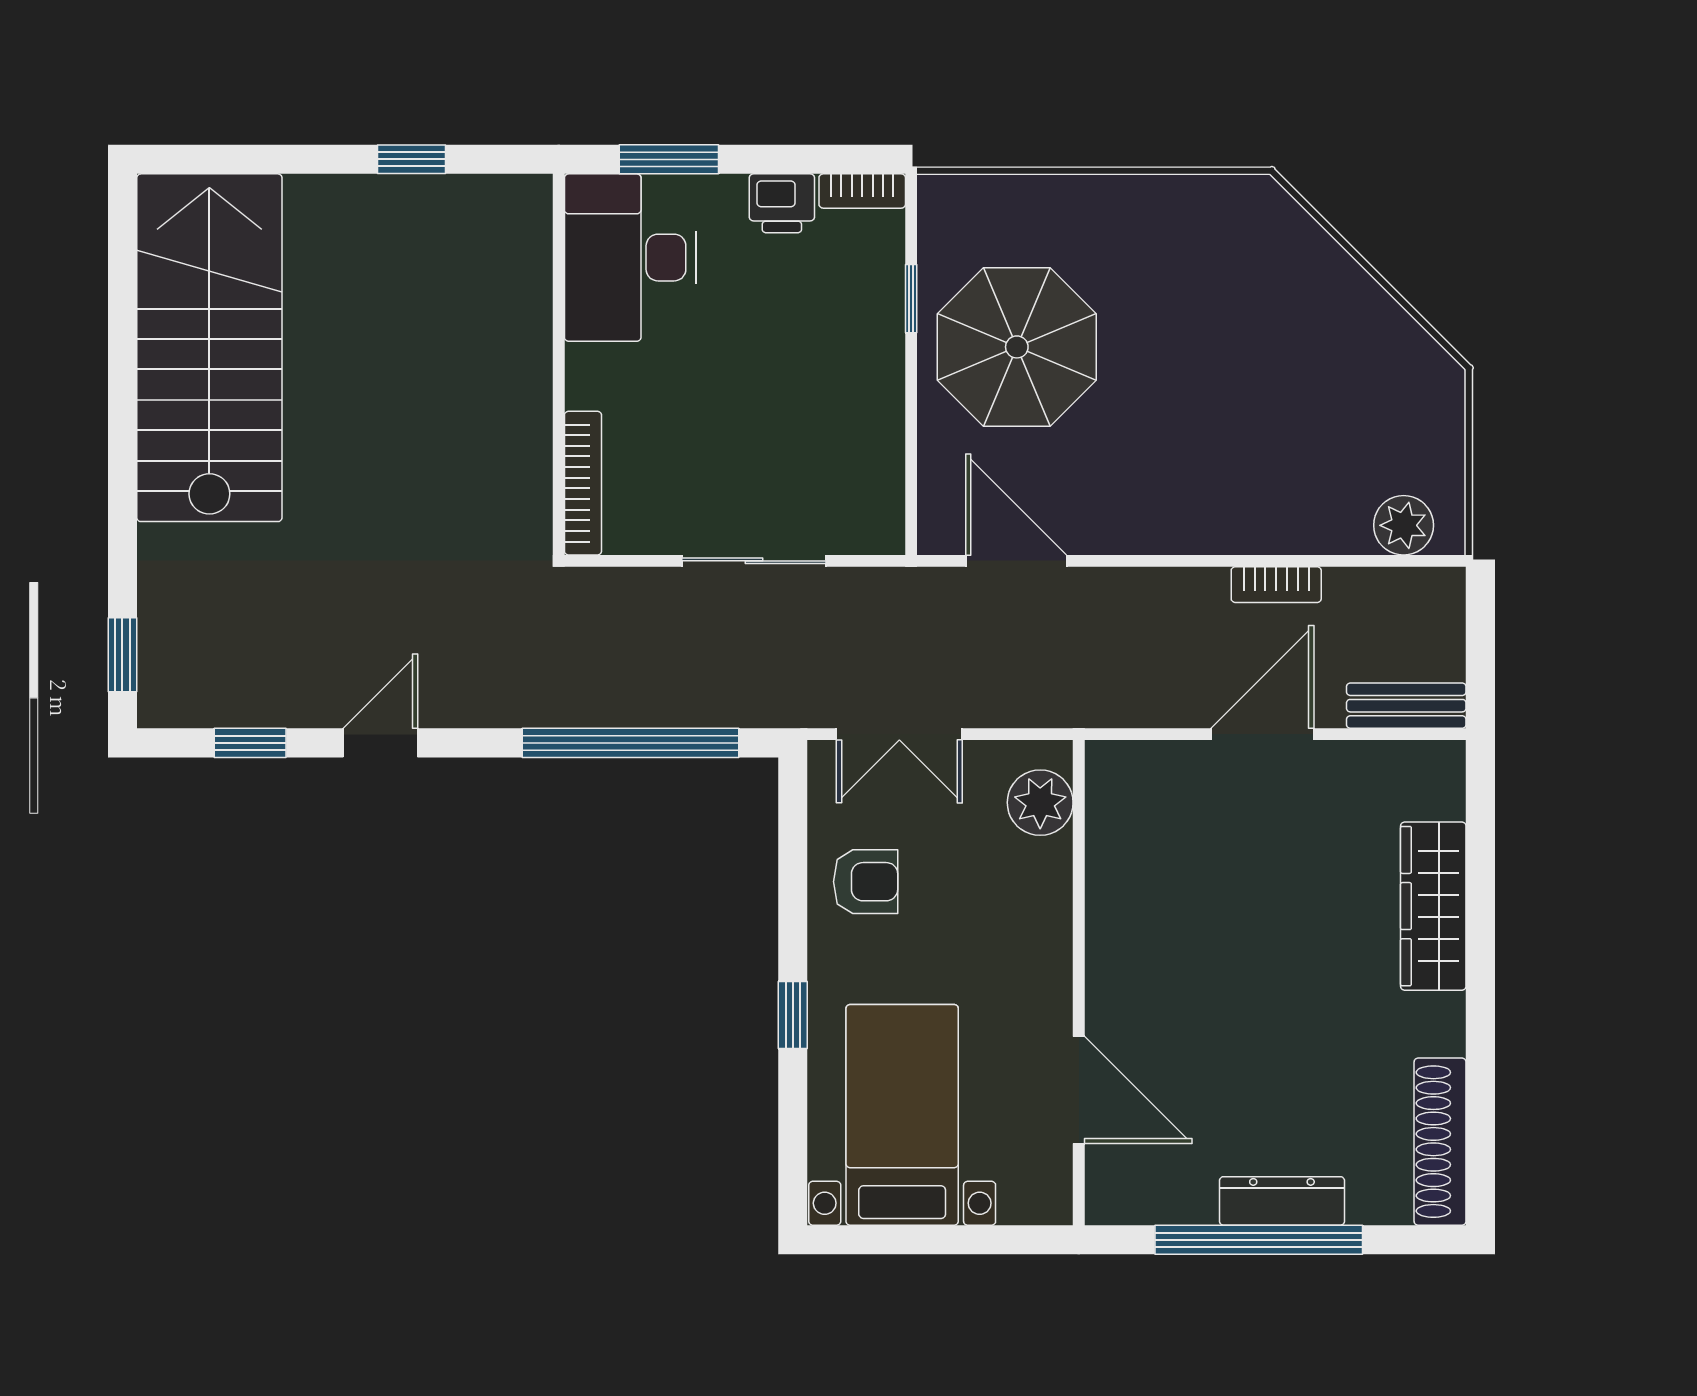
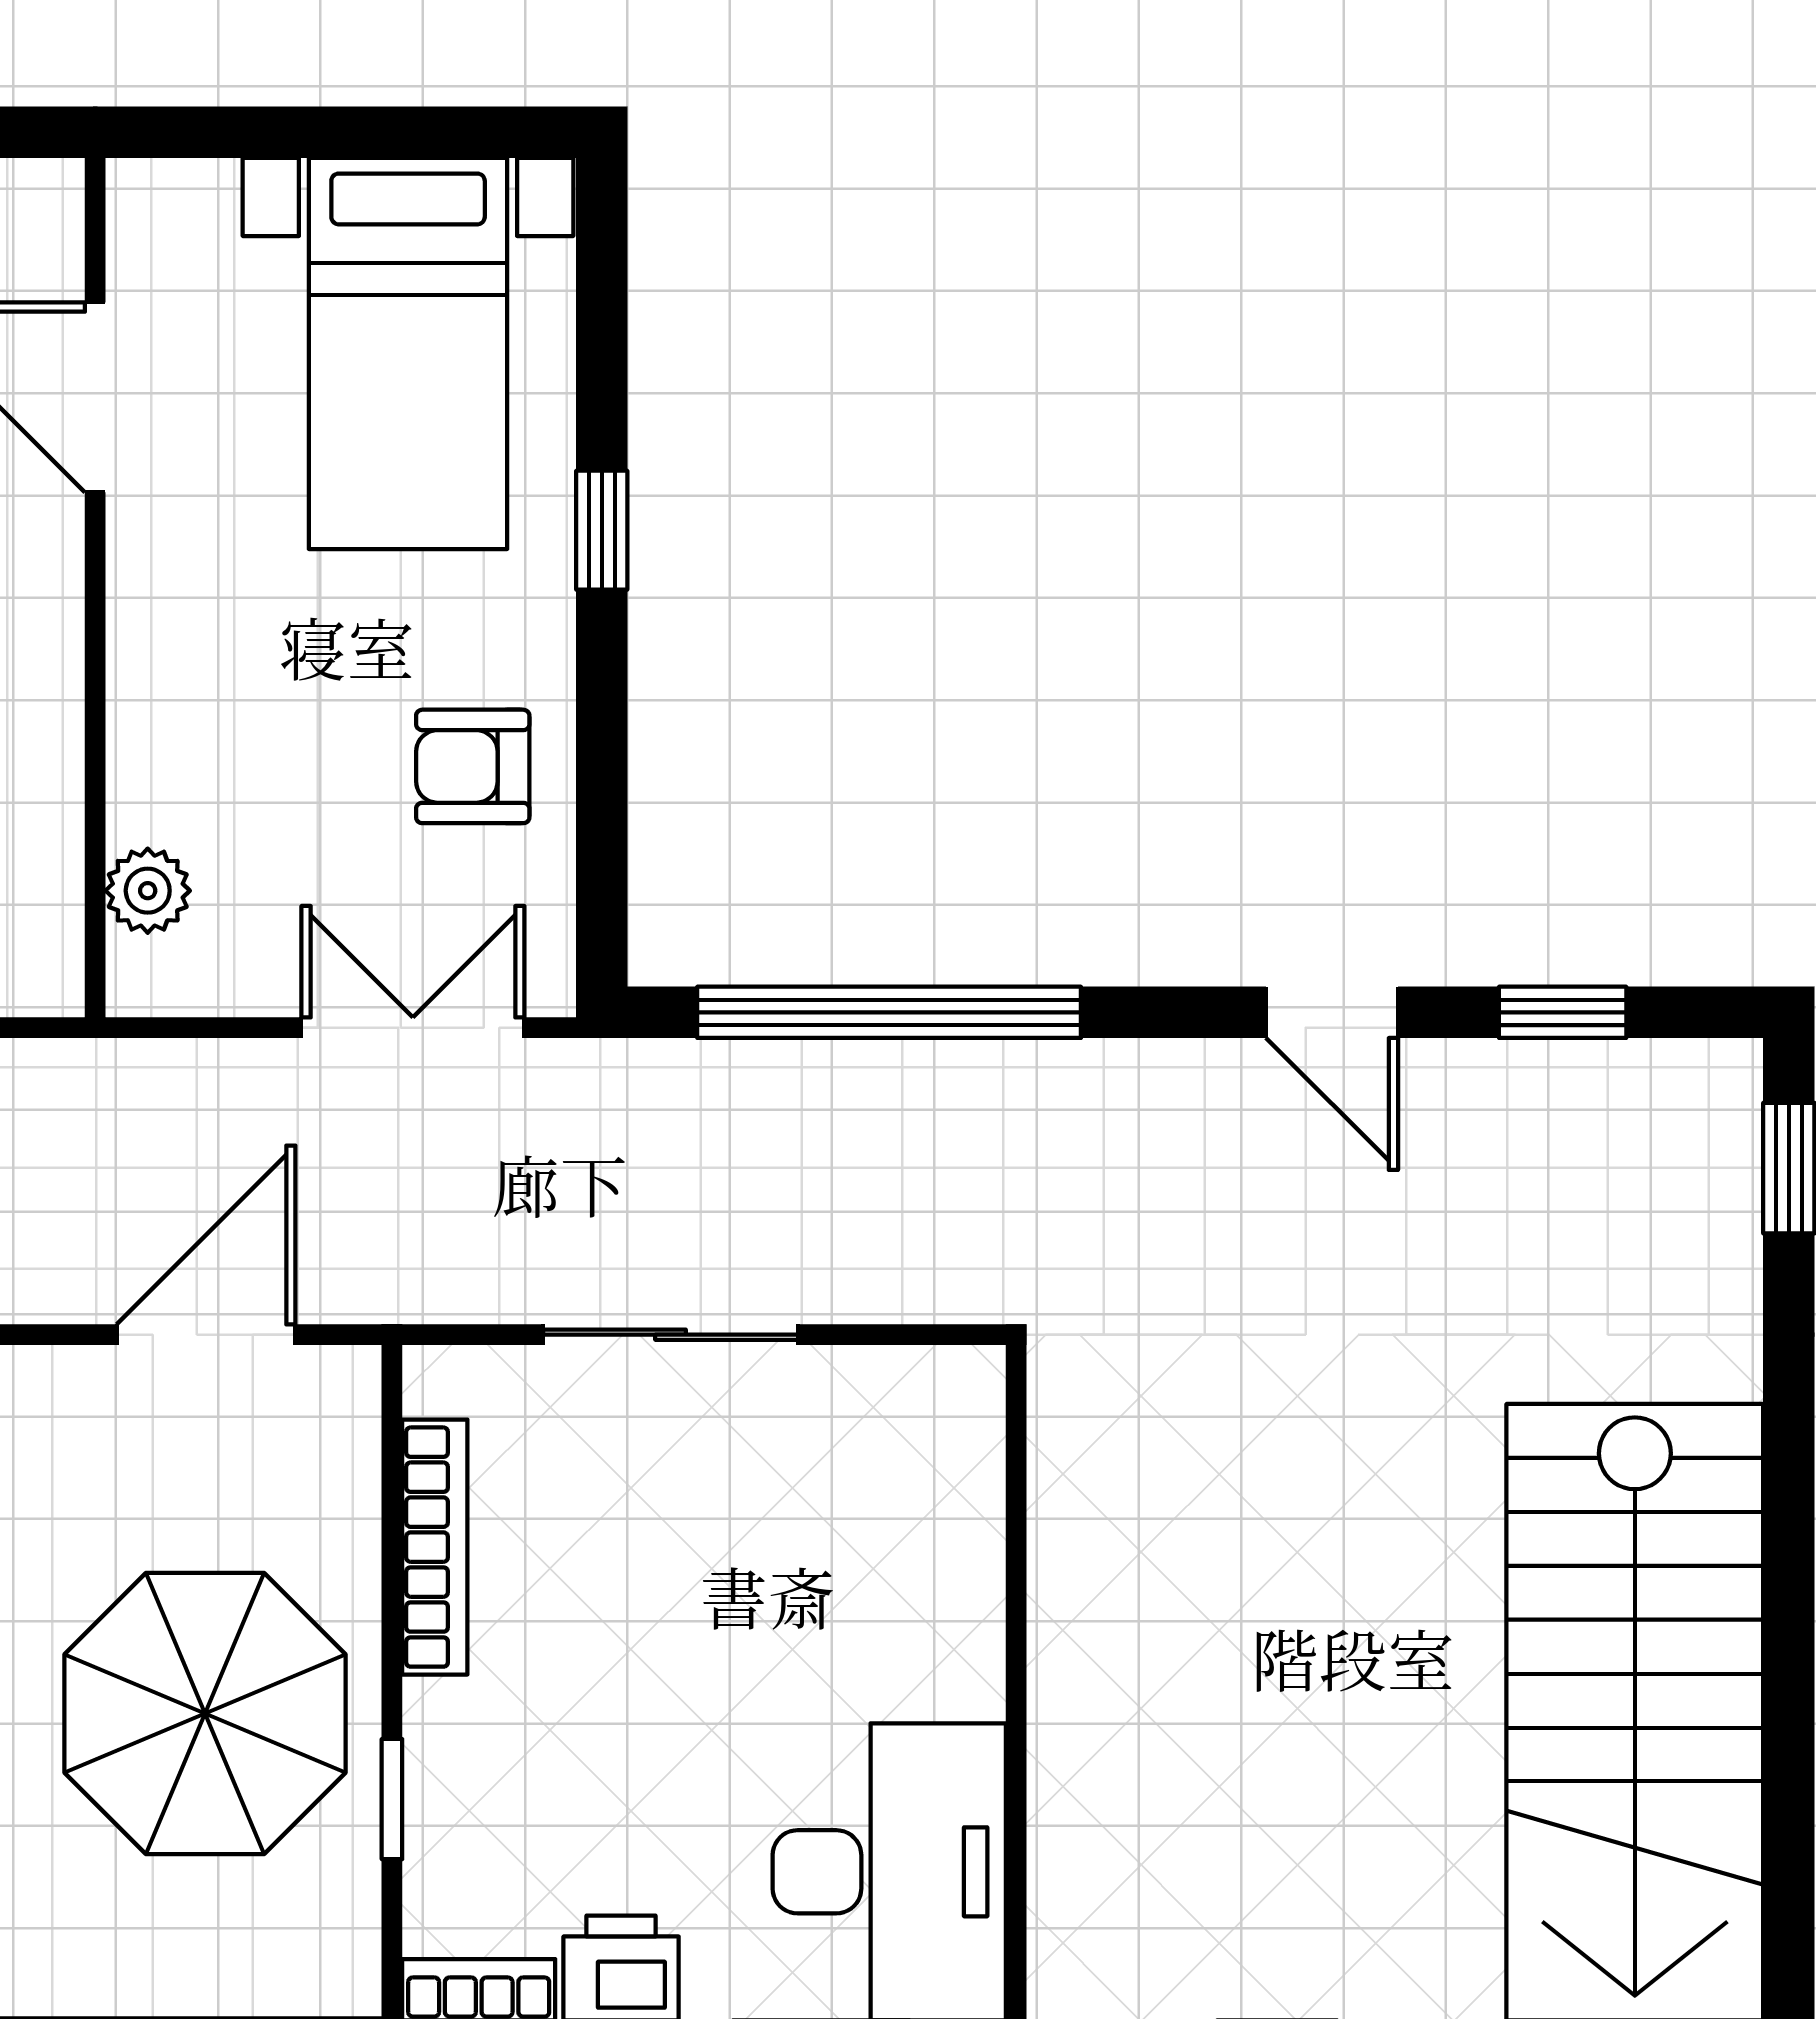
bookcase: (583, 483) -> (435, 1547), moved, turned 180
door: (1016, 561) -> (206, 1335), swing flipped
door: (380, 743) -> (1332, 1012), hinge flipped
plant: (1040, 803) -> (148, 891), width x0.73, depth x0.73

